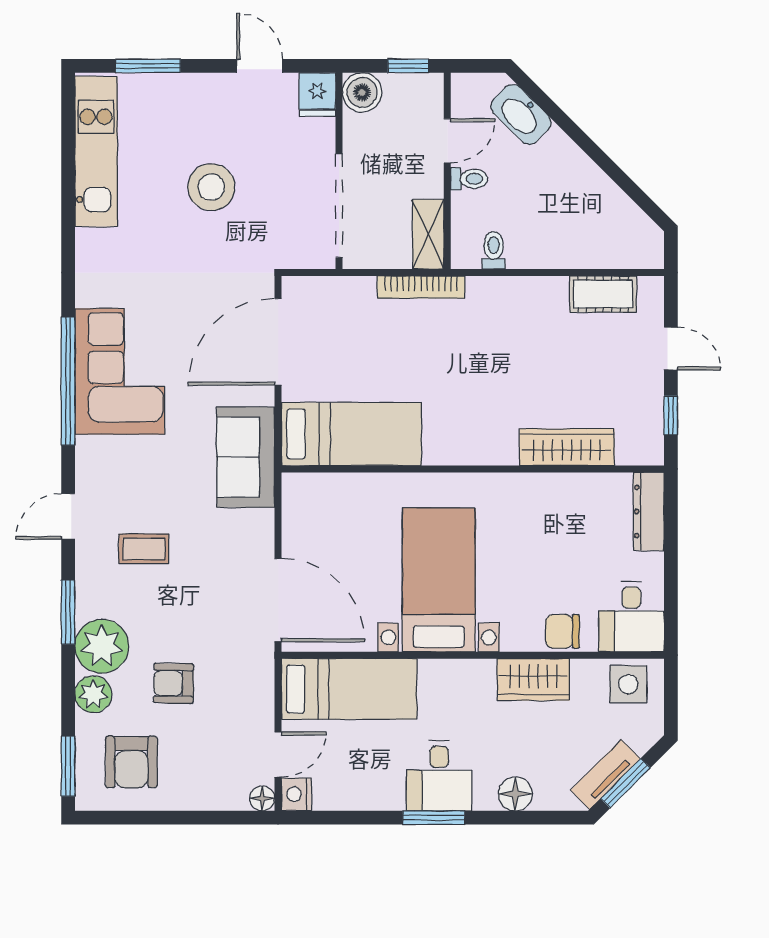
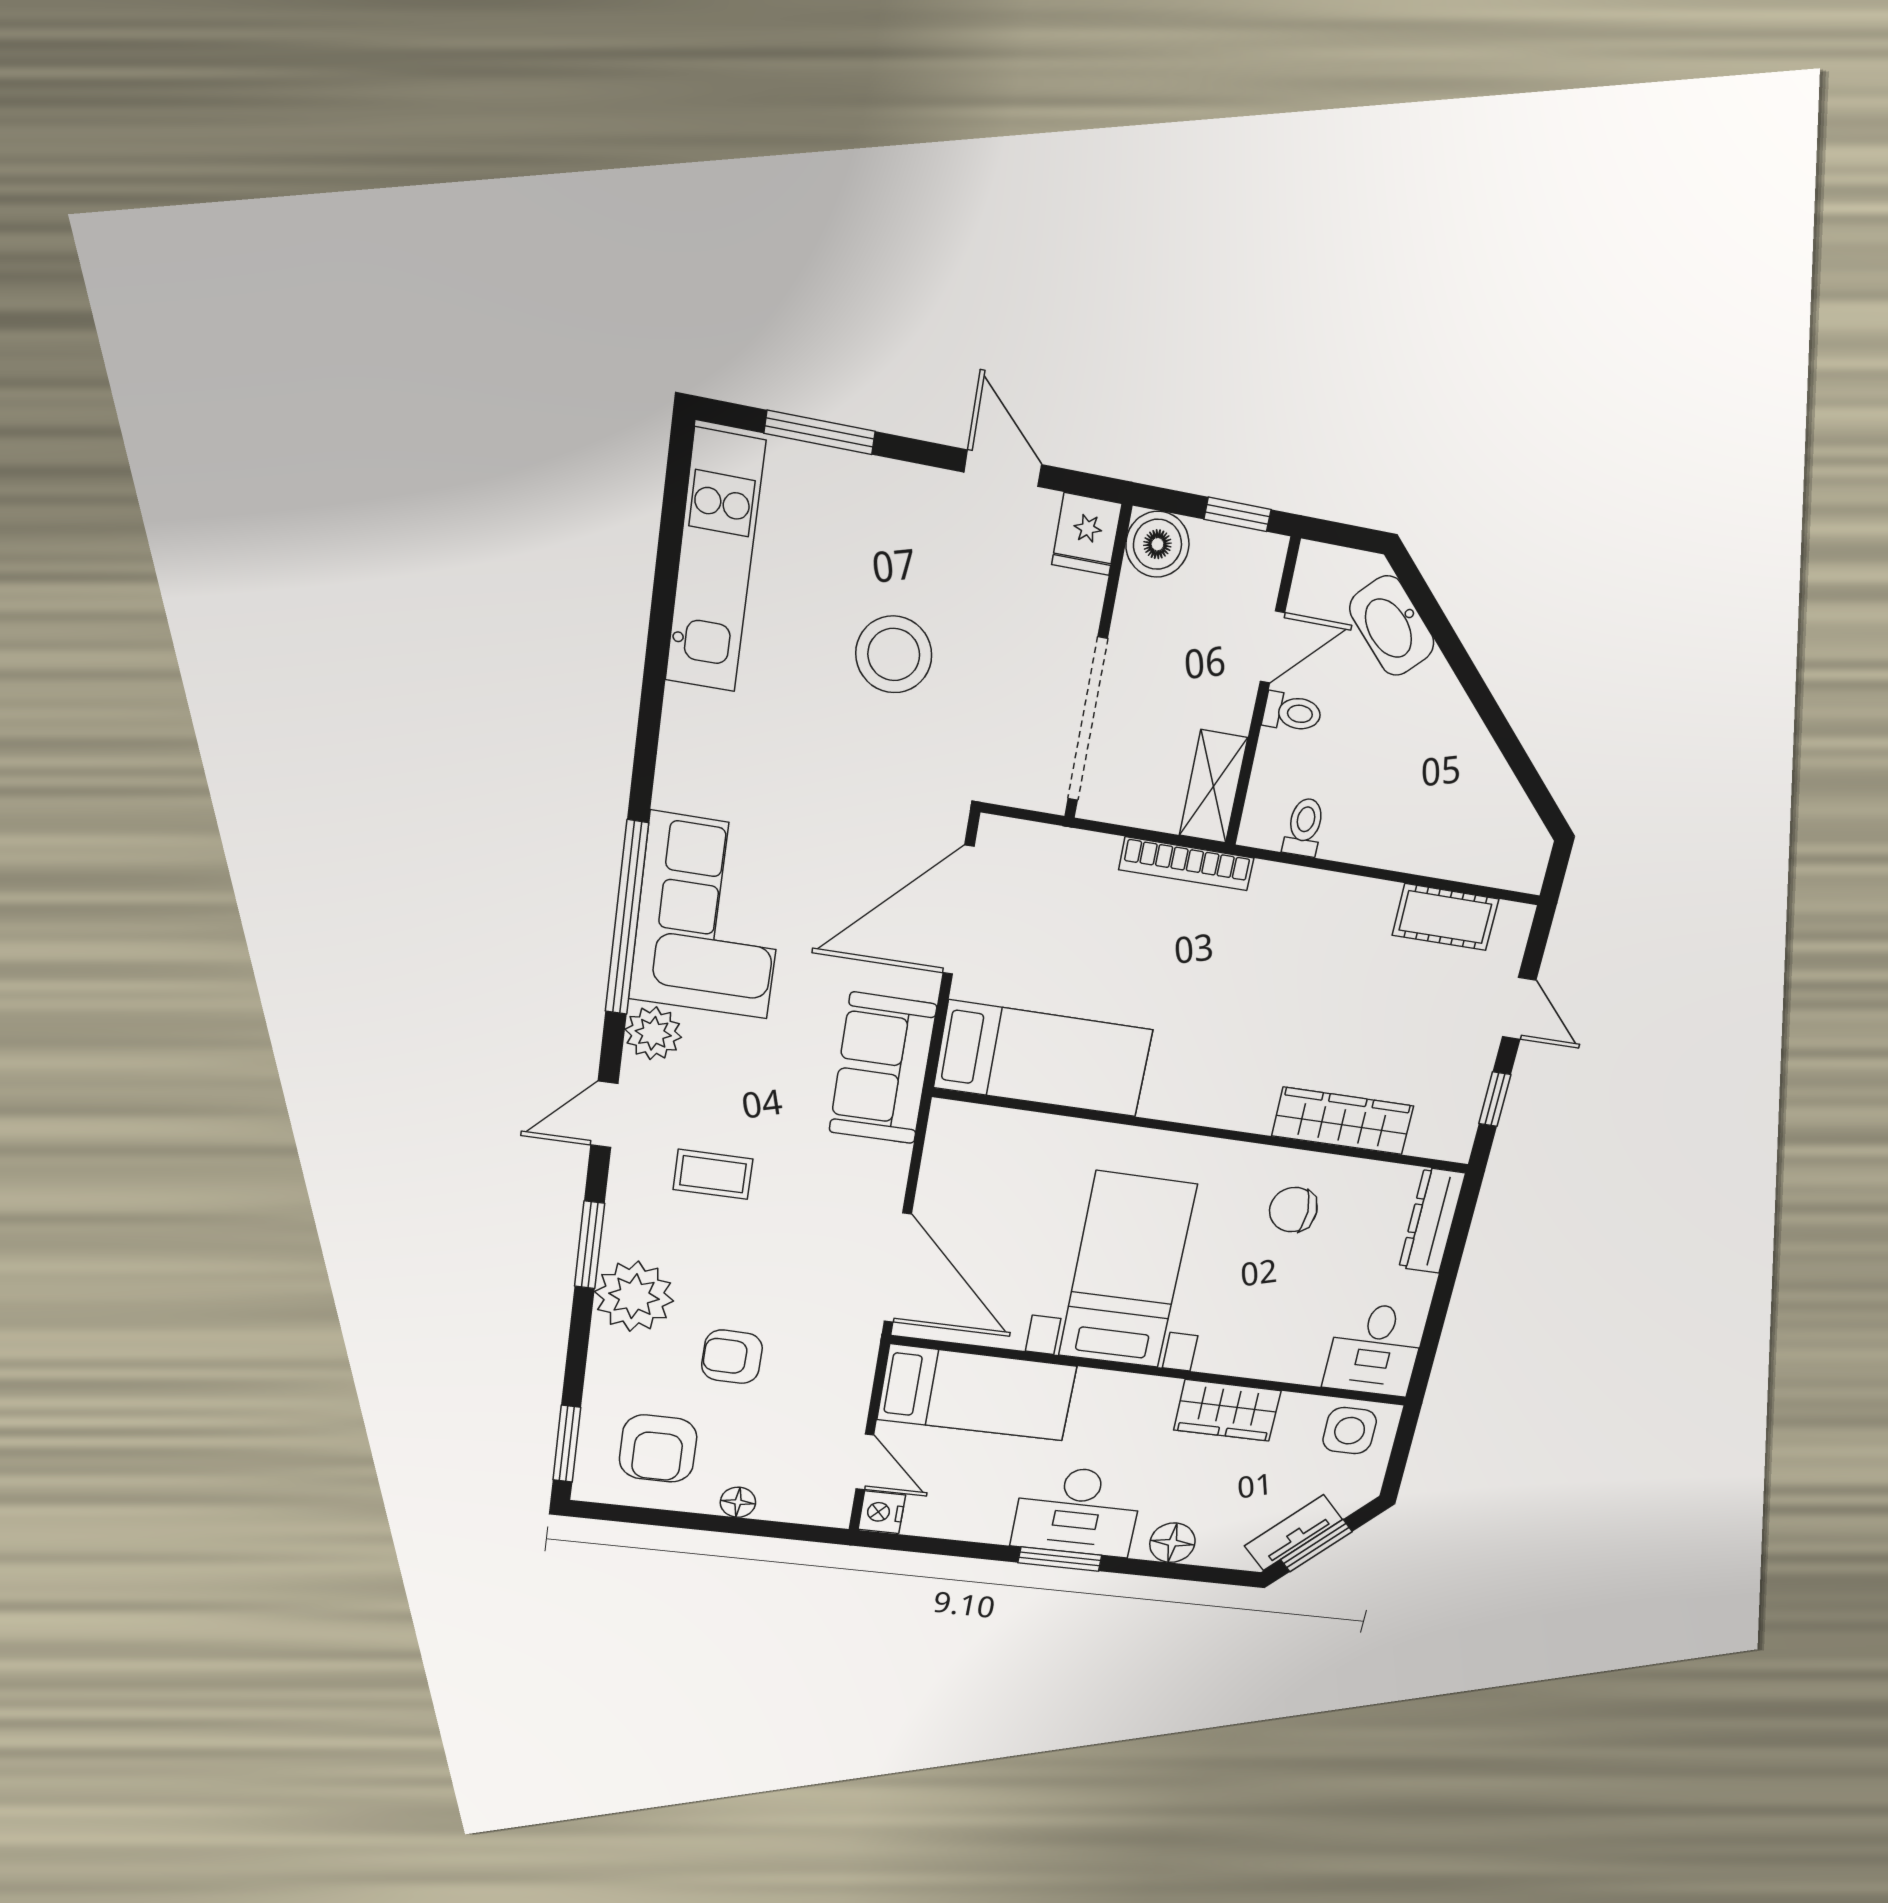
chair: (562, 631) -> (1293, 1210), moved
plant: (93, 694) -> (653, 1033), moved
door: (278, 755) -> (865, 1462), hinge flipped
desk: (439, 776) -> (1077, 1511), width x1.37
floor lamp: (262, 798) -> (738, 1502), moved

